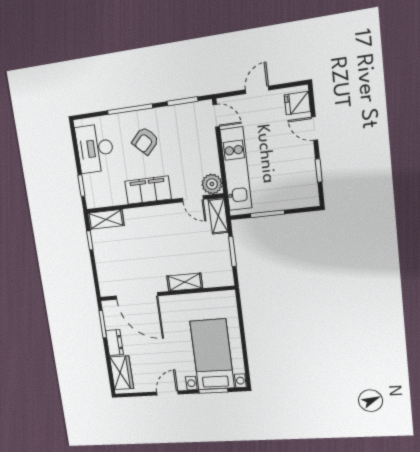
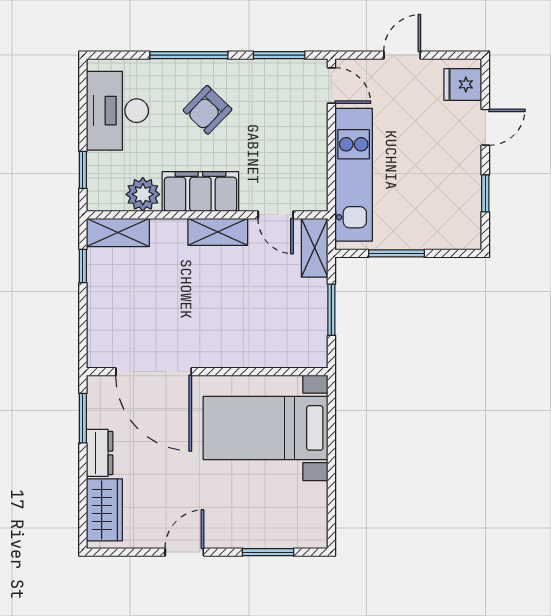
door: (314, 129) -> (485, 127), swing flipped
plant: (212, 184) -> (143, 194), moved
shelving: (185, 282) -> (218, 232), moved
bed with nightstands: (212, 355) -> (266, 428), moved, turned -90

